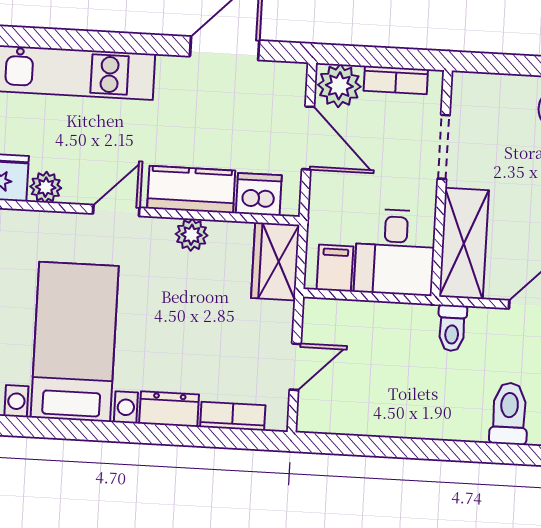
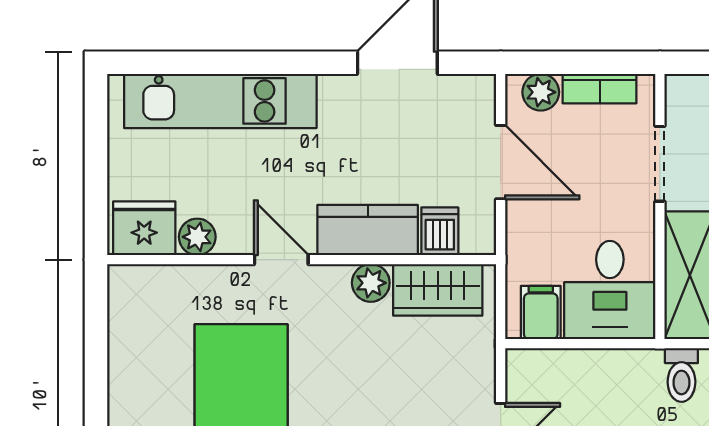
plant: (339, 86) -> (541, 92), width x0.73, depth x0.73
dishwasher: (259, 194) -> (440, 231), width x0.73
door: (116, 211) -> (281, 260), hinge flipped
wardrobe: (275, 261) -> (438, 290), moved, turned -90

